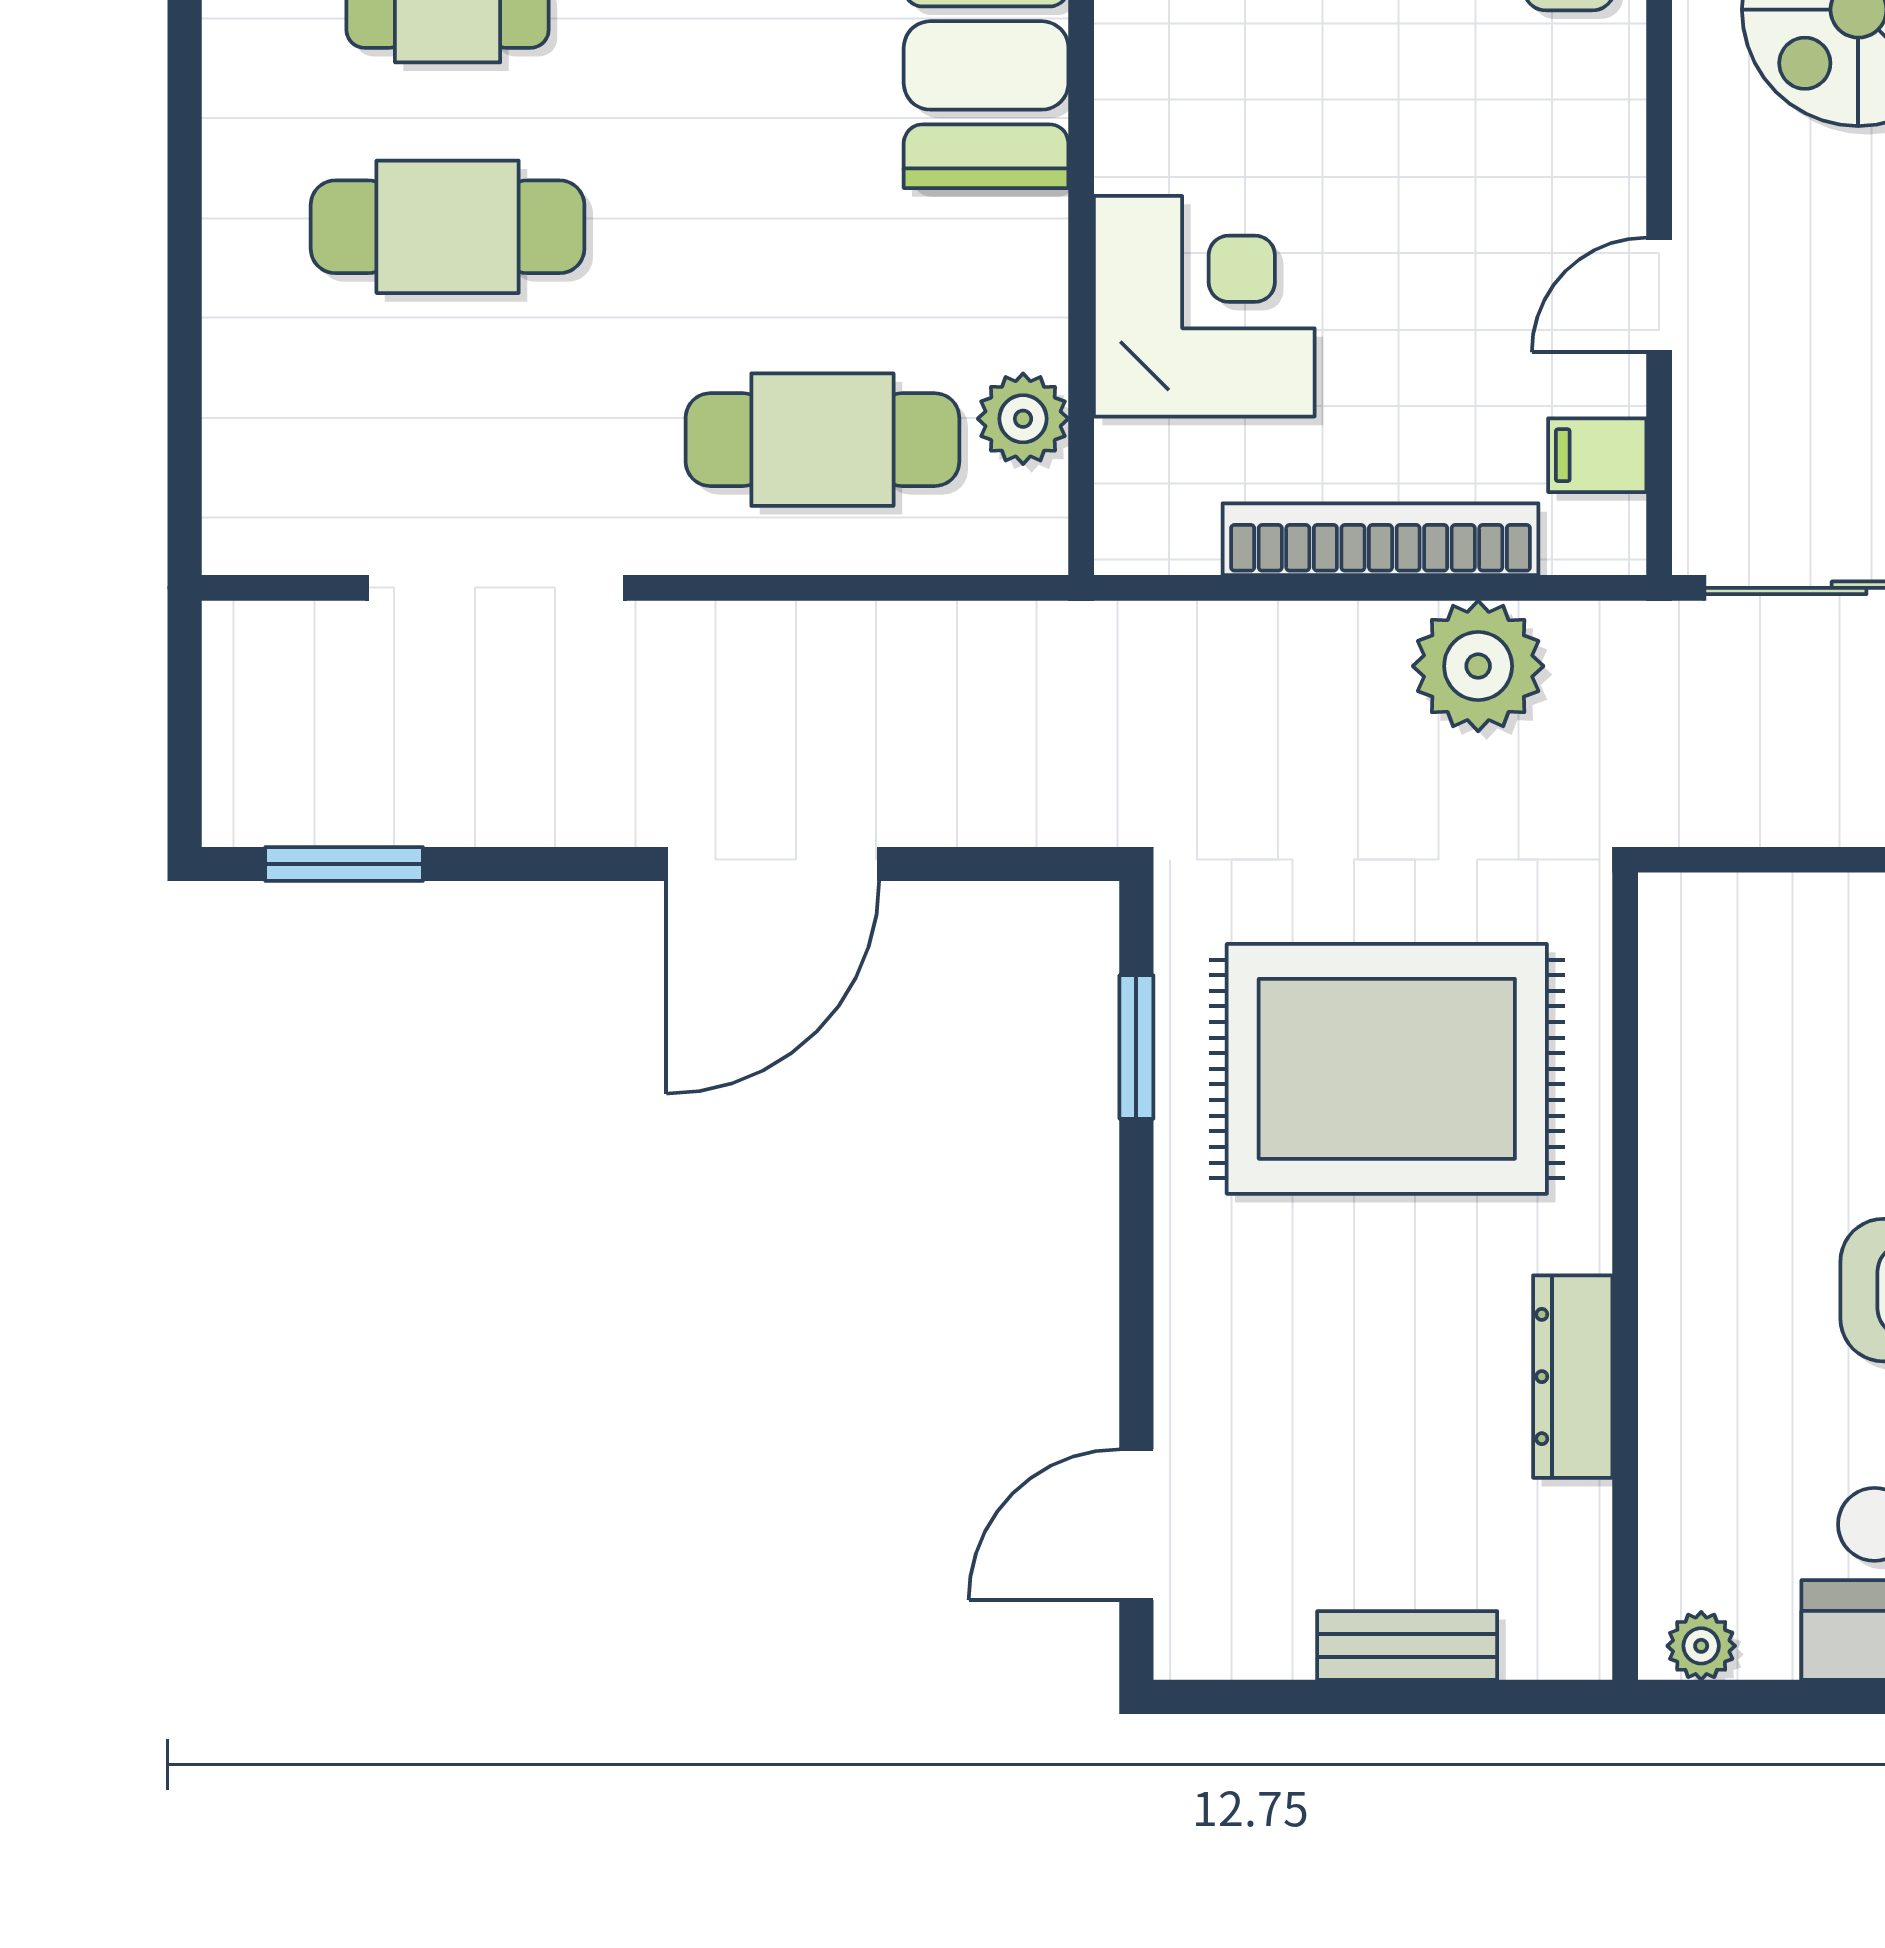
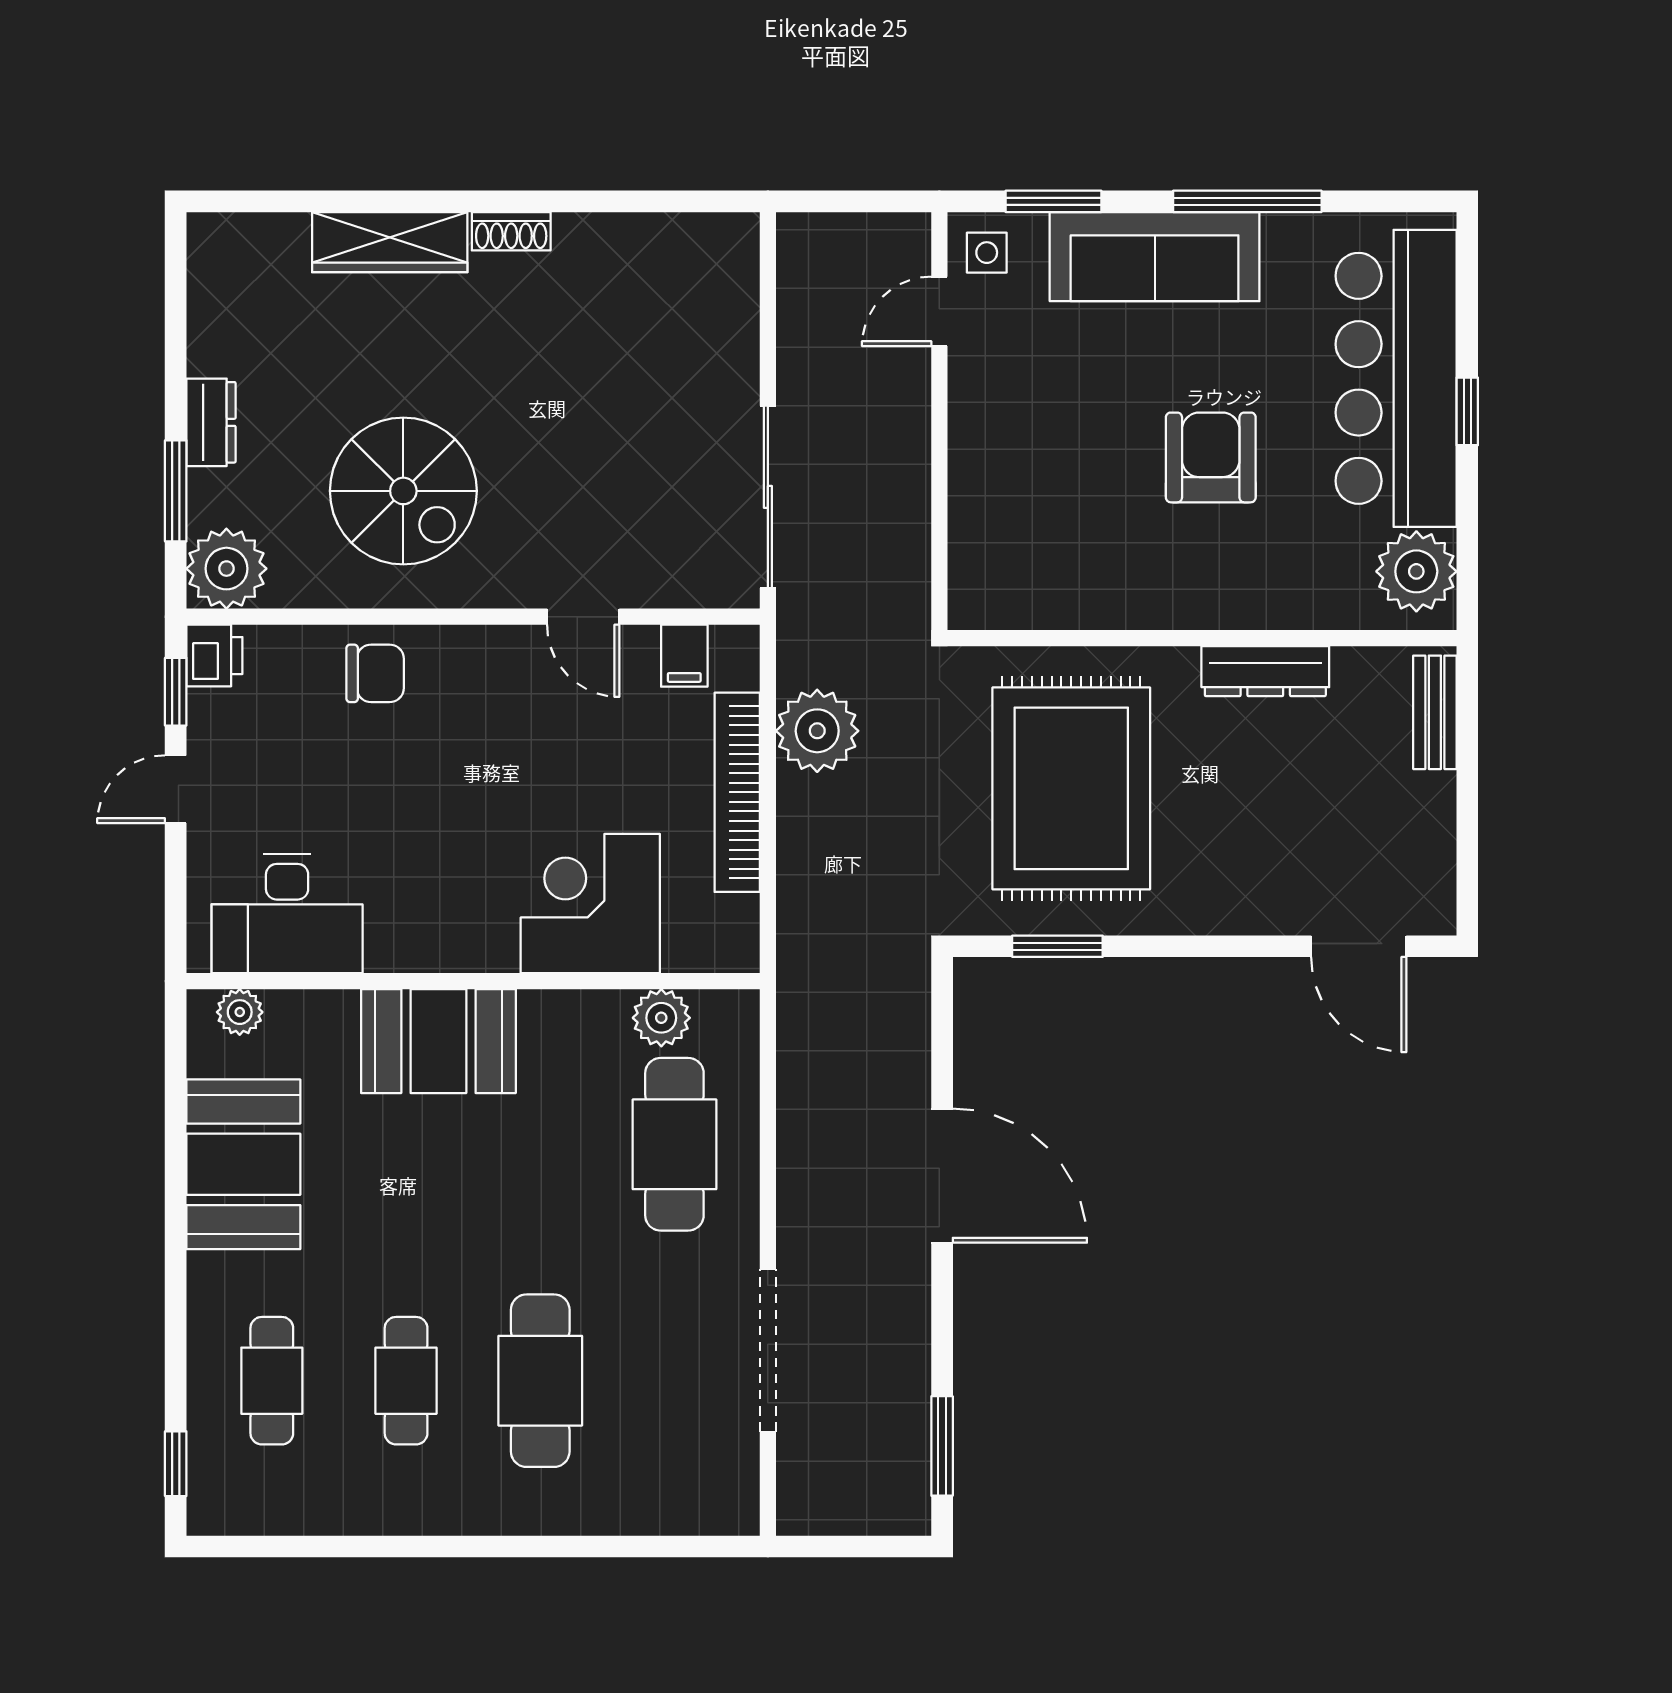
bench: (1407, 1645) -> (1435, 712), moved
plant: (1701, 1646) -> (1416, 571), width x1.88, depth x1.88

